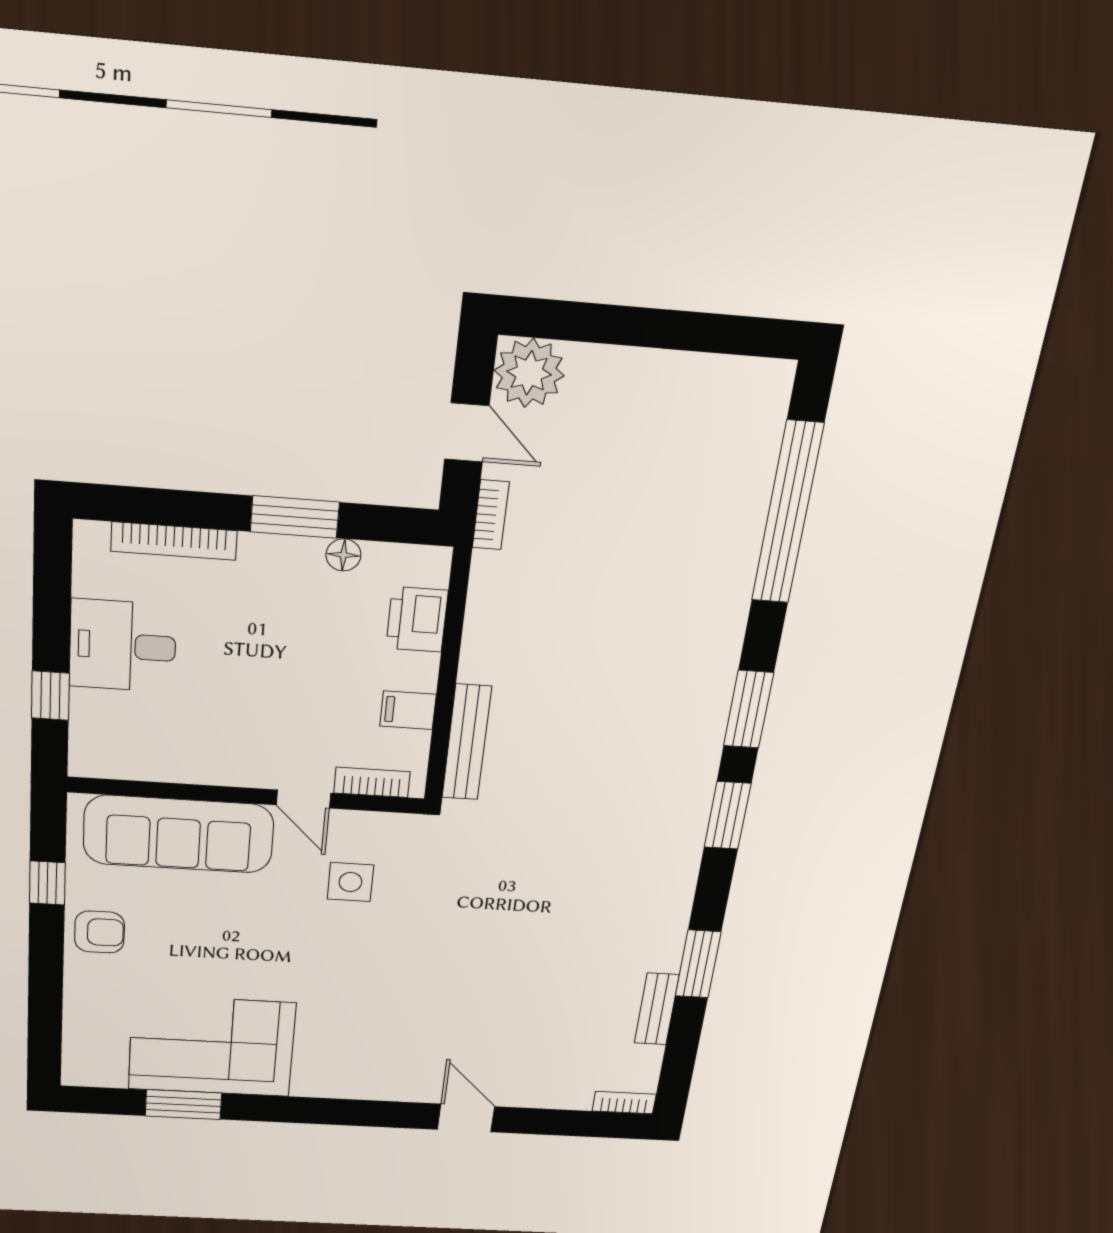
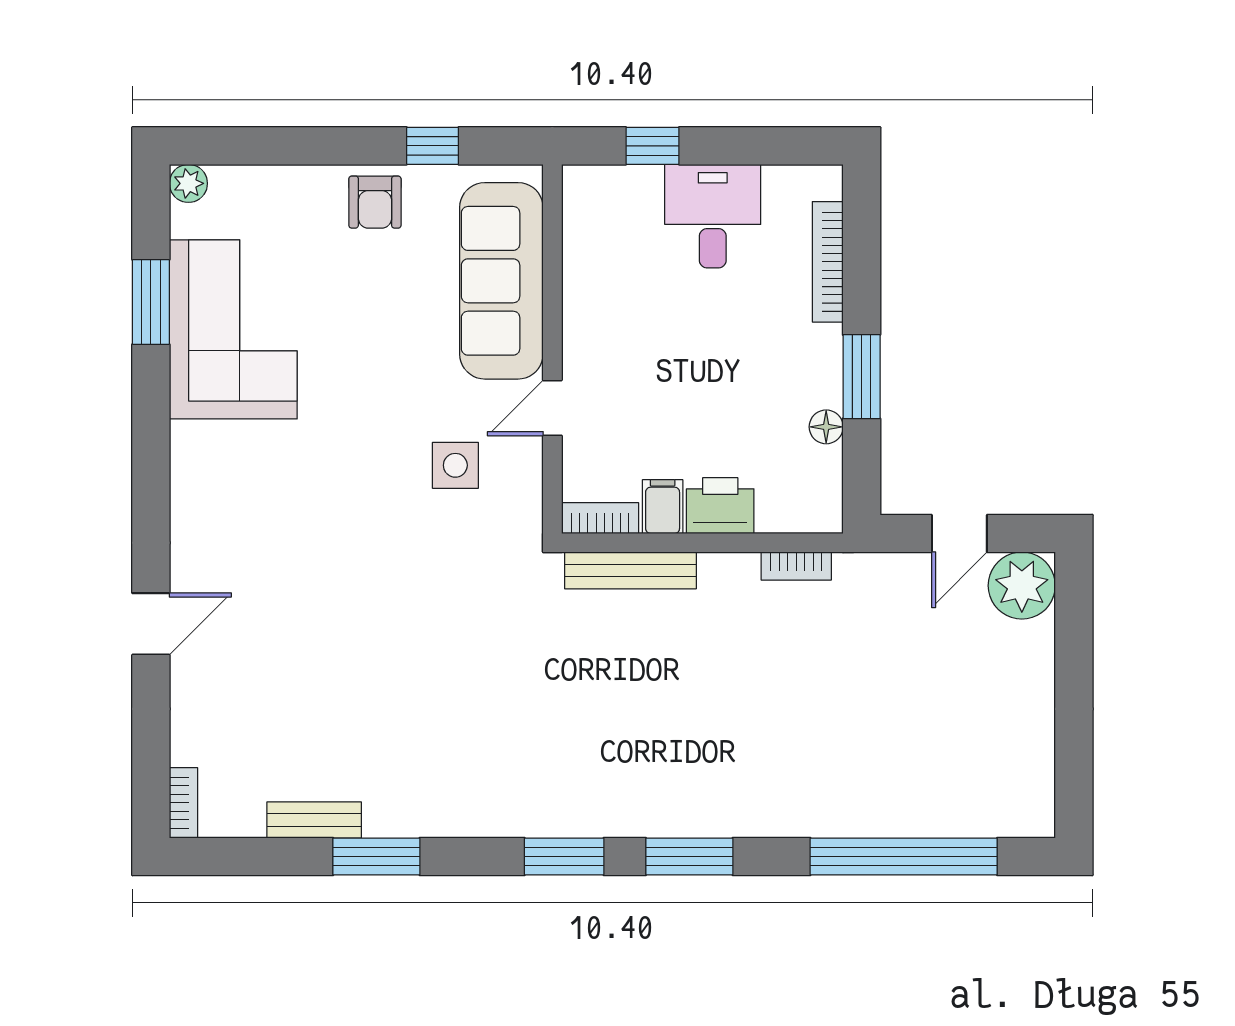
bookcase: (491, 515) -> (796, 566), moved
printer: (417, 619) -> (720, 506), moved
bookcase: (372, 782) -> (600, 518), moved, turned -90
plant: (78, 1072) -> (188, 183), added

